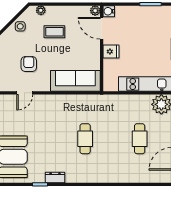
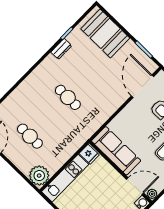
fridge: (111, 52) -> (89, 154), moved, turned -90
sofa: (75, 81) -> (116, 151), moved, turned -90
door: (25, 93) -> (143, 86), width x1.88

